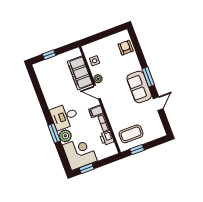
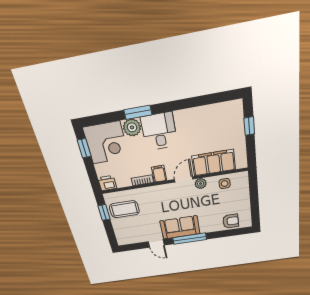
window: (148, 77) -> (190, 239), width x1.44
coffee table: (131, 134) -> (124, 209), turned 90
printer: (107, 138) -> (107, 183), moved

